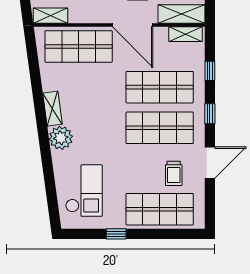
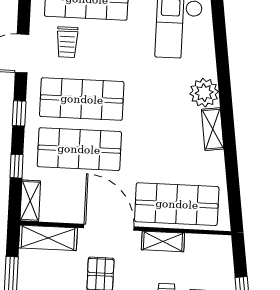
shelving: (50, 16) -> (163, 241), moved
shelving: (186, 34) -> (30, 201), moved, turned 90
trolley: (174, 173) -> (67, 42), turned 180

